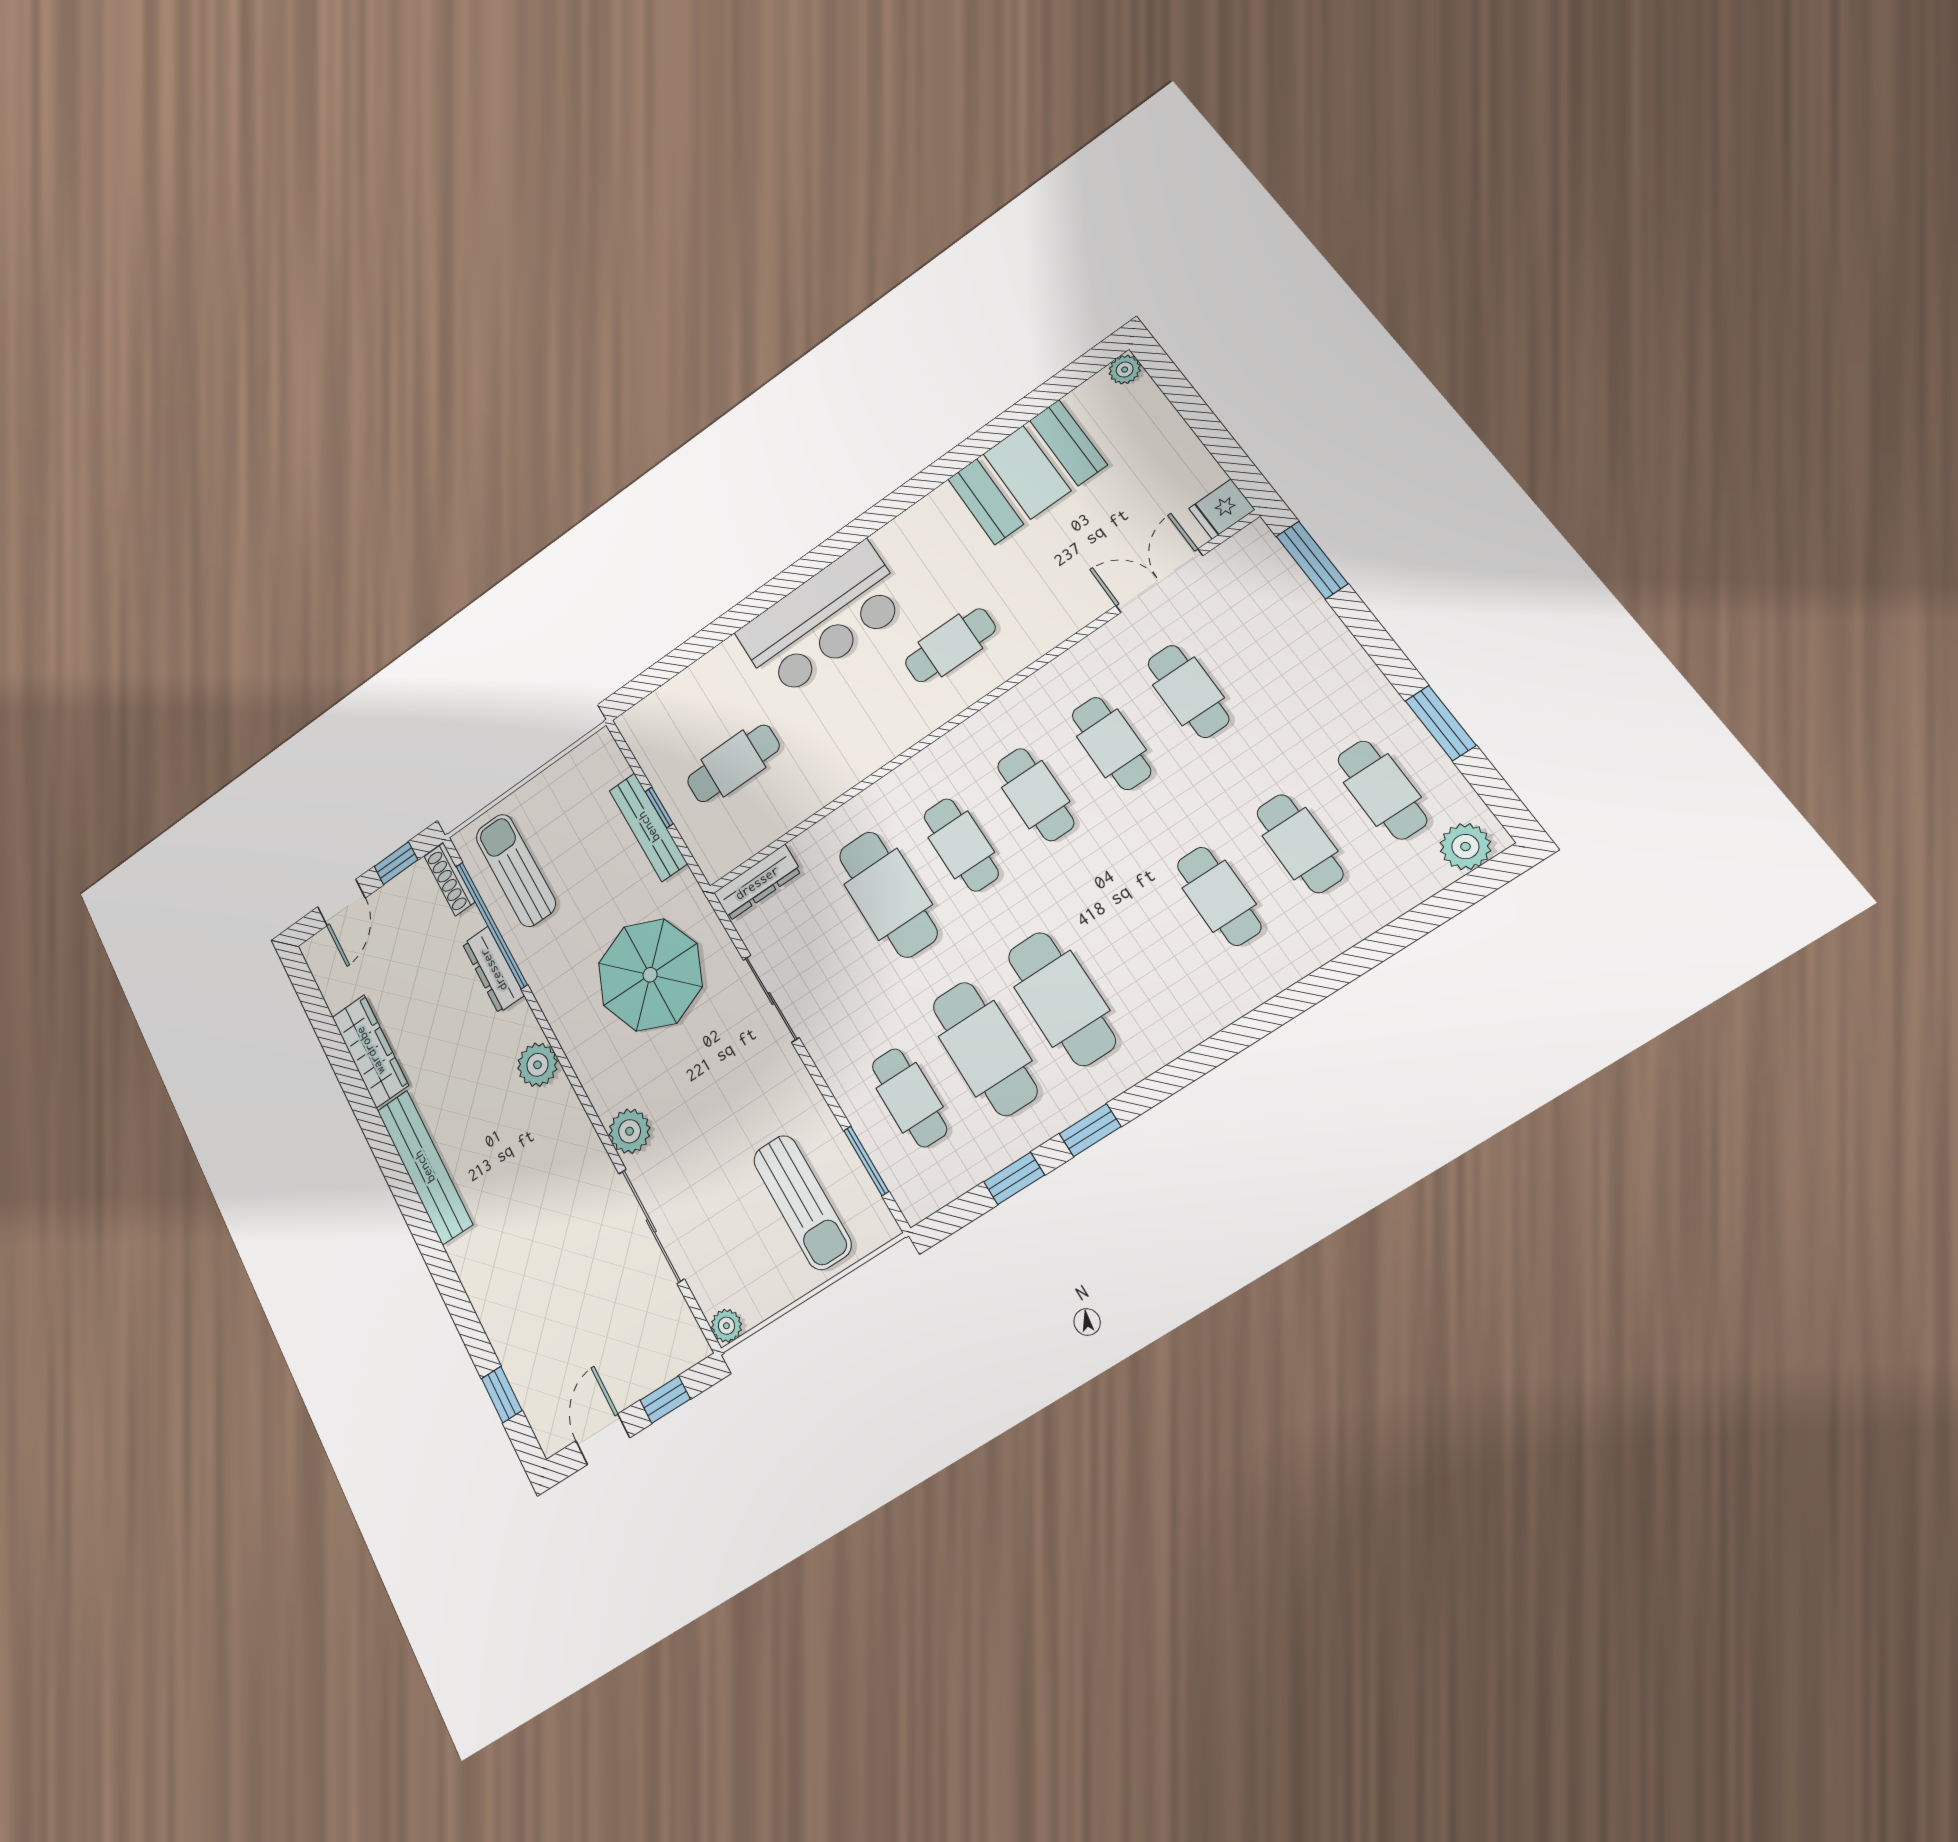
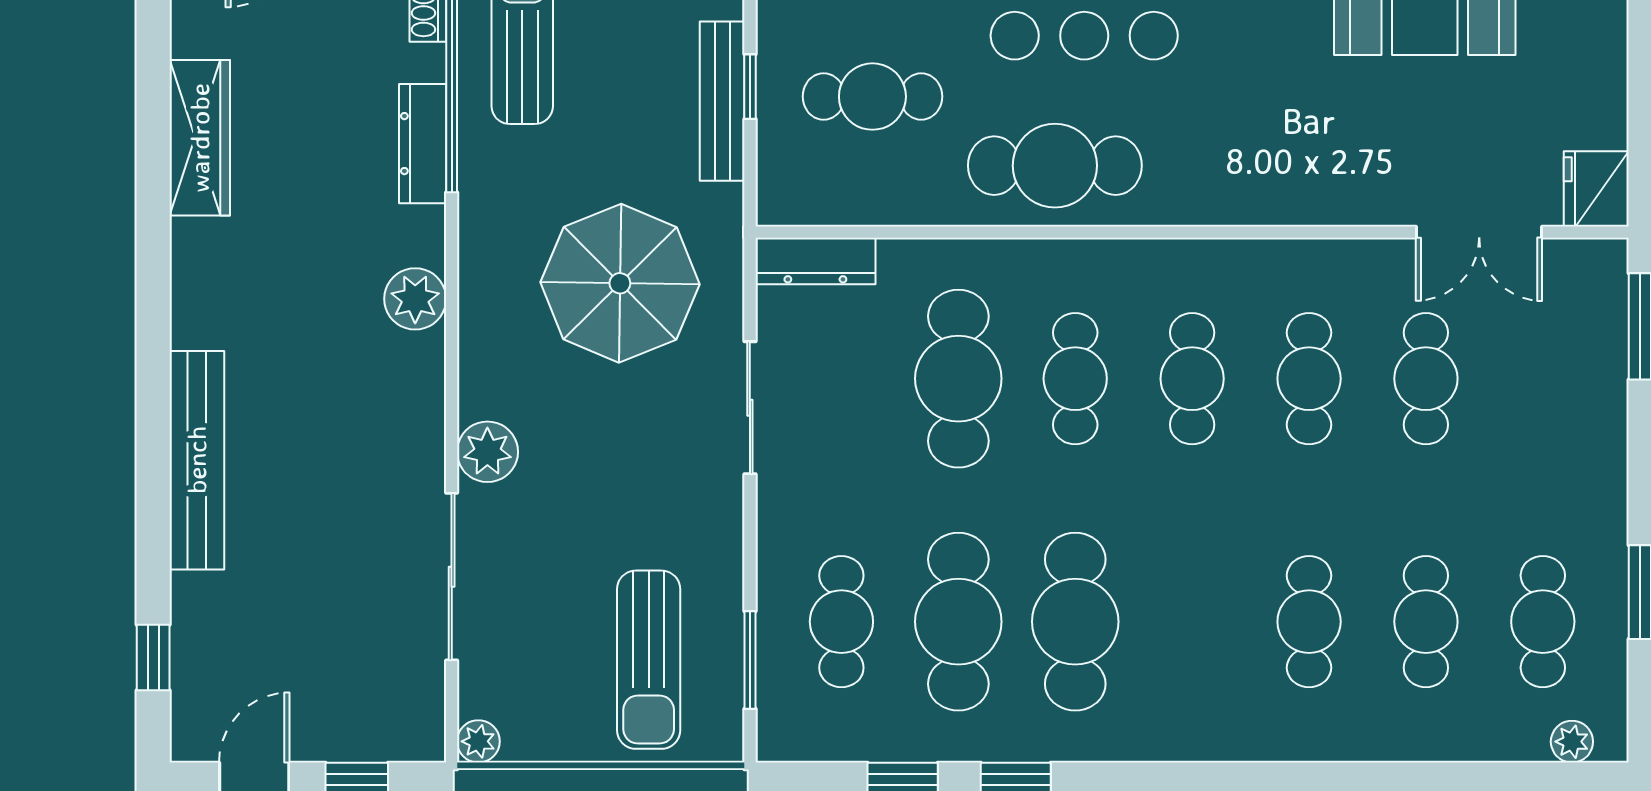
fridge: (1222, 509) -> (1596, 189), width x1.38
double door: (1159, 581) -> (1479, 232), swing flipped
cafe table: (950, 645) -> (1055, 166), moved, width x1.37, depth x1.35
plant: (1465, 847) -> (1572, 742), width x0.73, depth x0.73
bench: (424, 1167) -> (197, 460), moved

